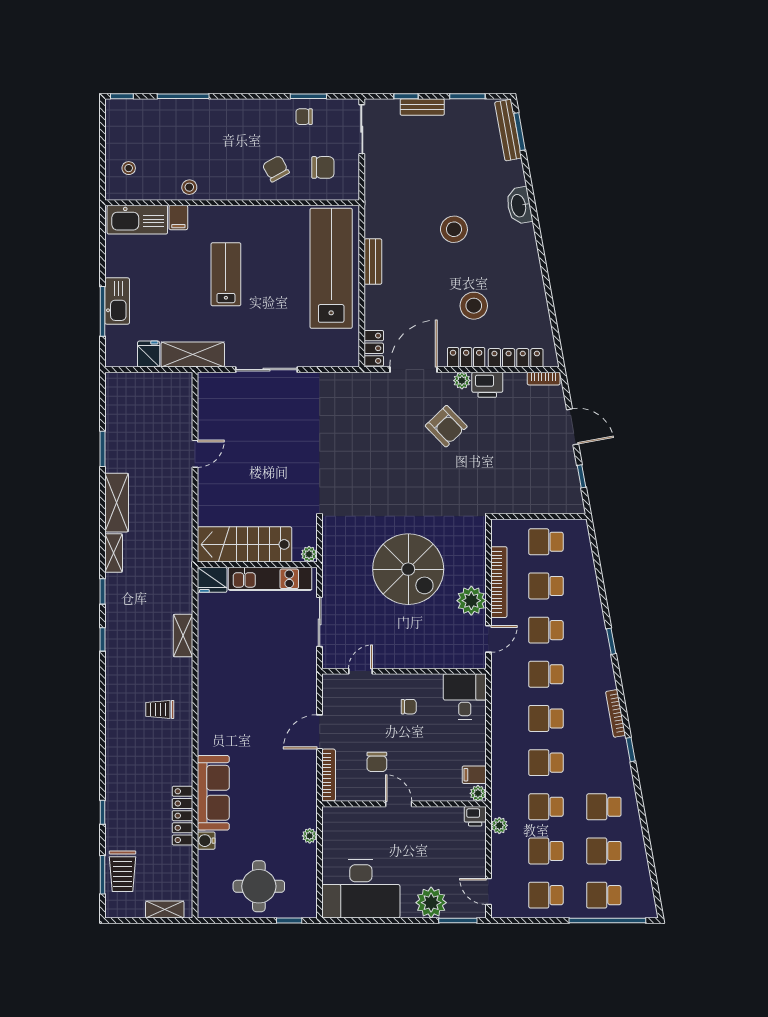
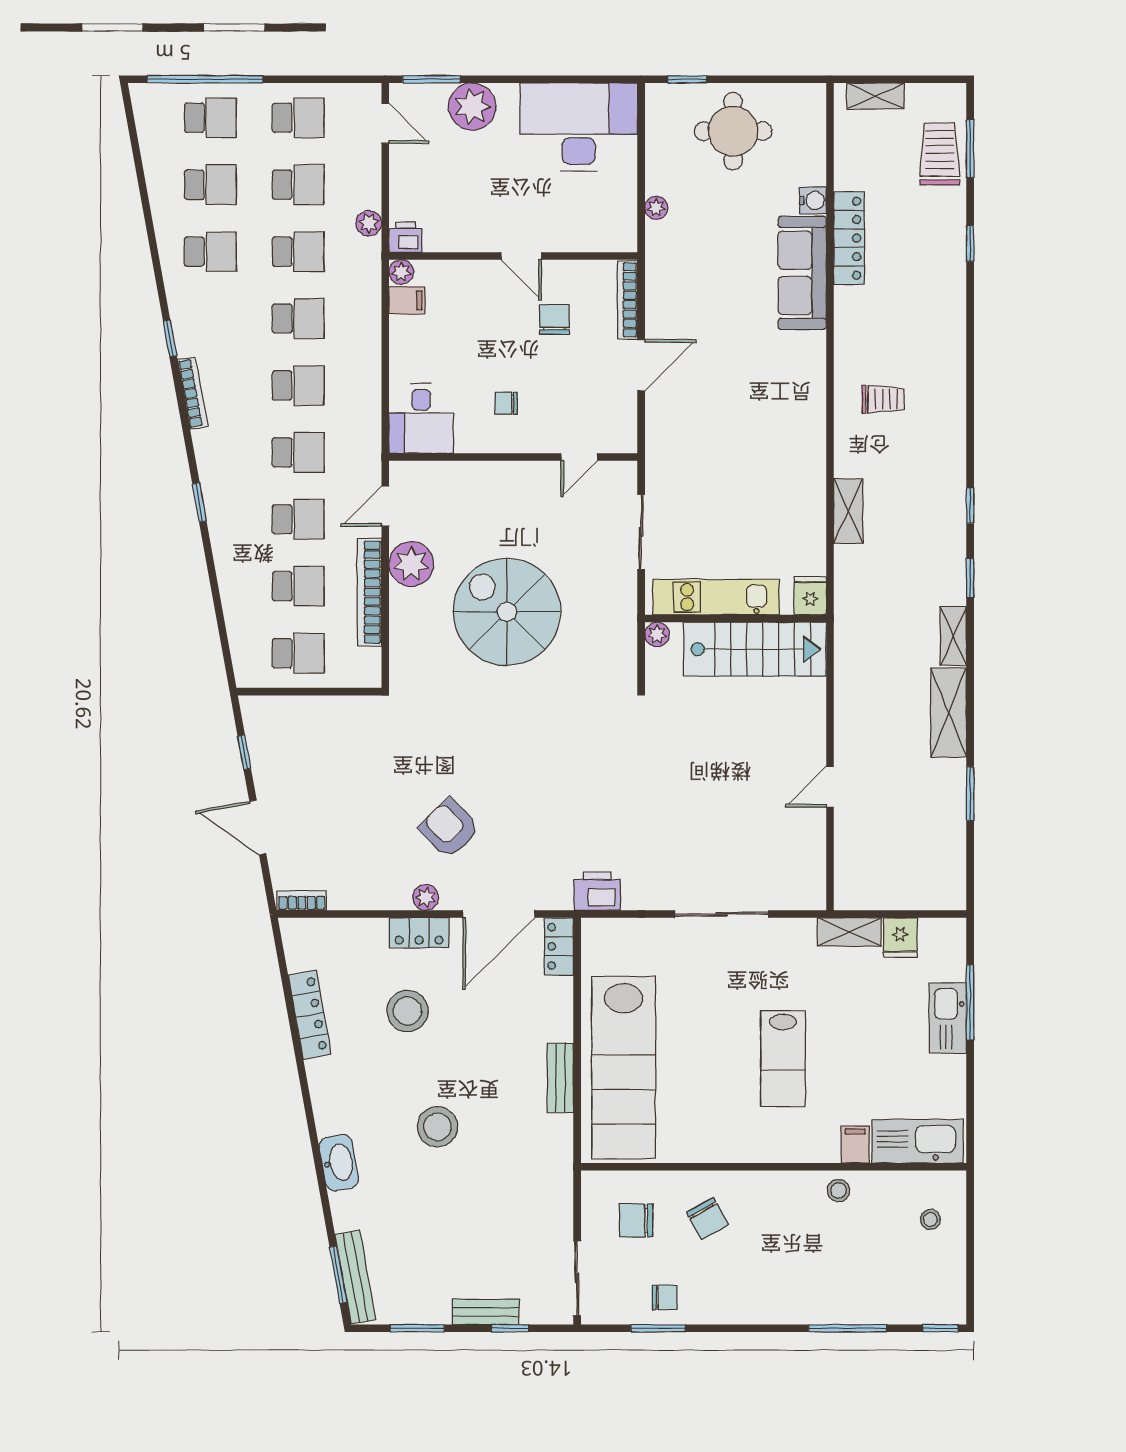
shelving: (193, 355) -> (849, 932), width x0.67, depth x0.75
locker: (516, 358) -> (310, 1015), moved, turned -100
printer: (487, 385) -> (597, 891), moved
fridge: (212, 580) -> (810, 596), width x0.72

